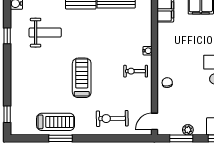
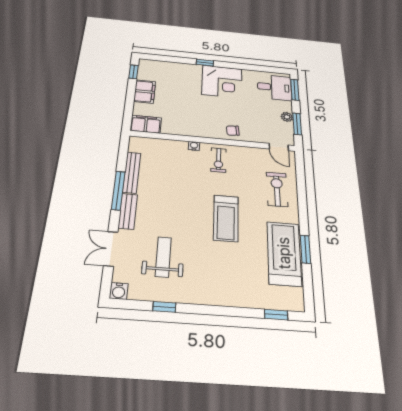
treadmill: (82, 78) -> (226, 218), turned -90
exercise bike: (112, 118) -> (277, 189), turned 180
treadmill: (56, 122) -> (284, 253), width x1.37, depth x1.38

